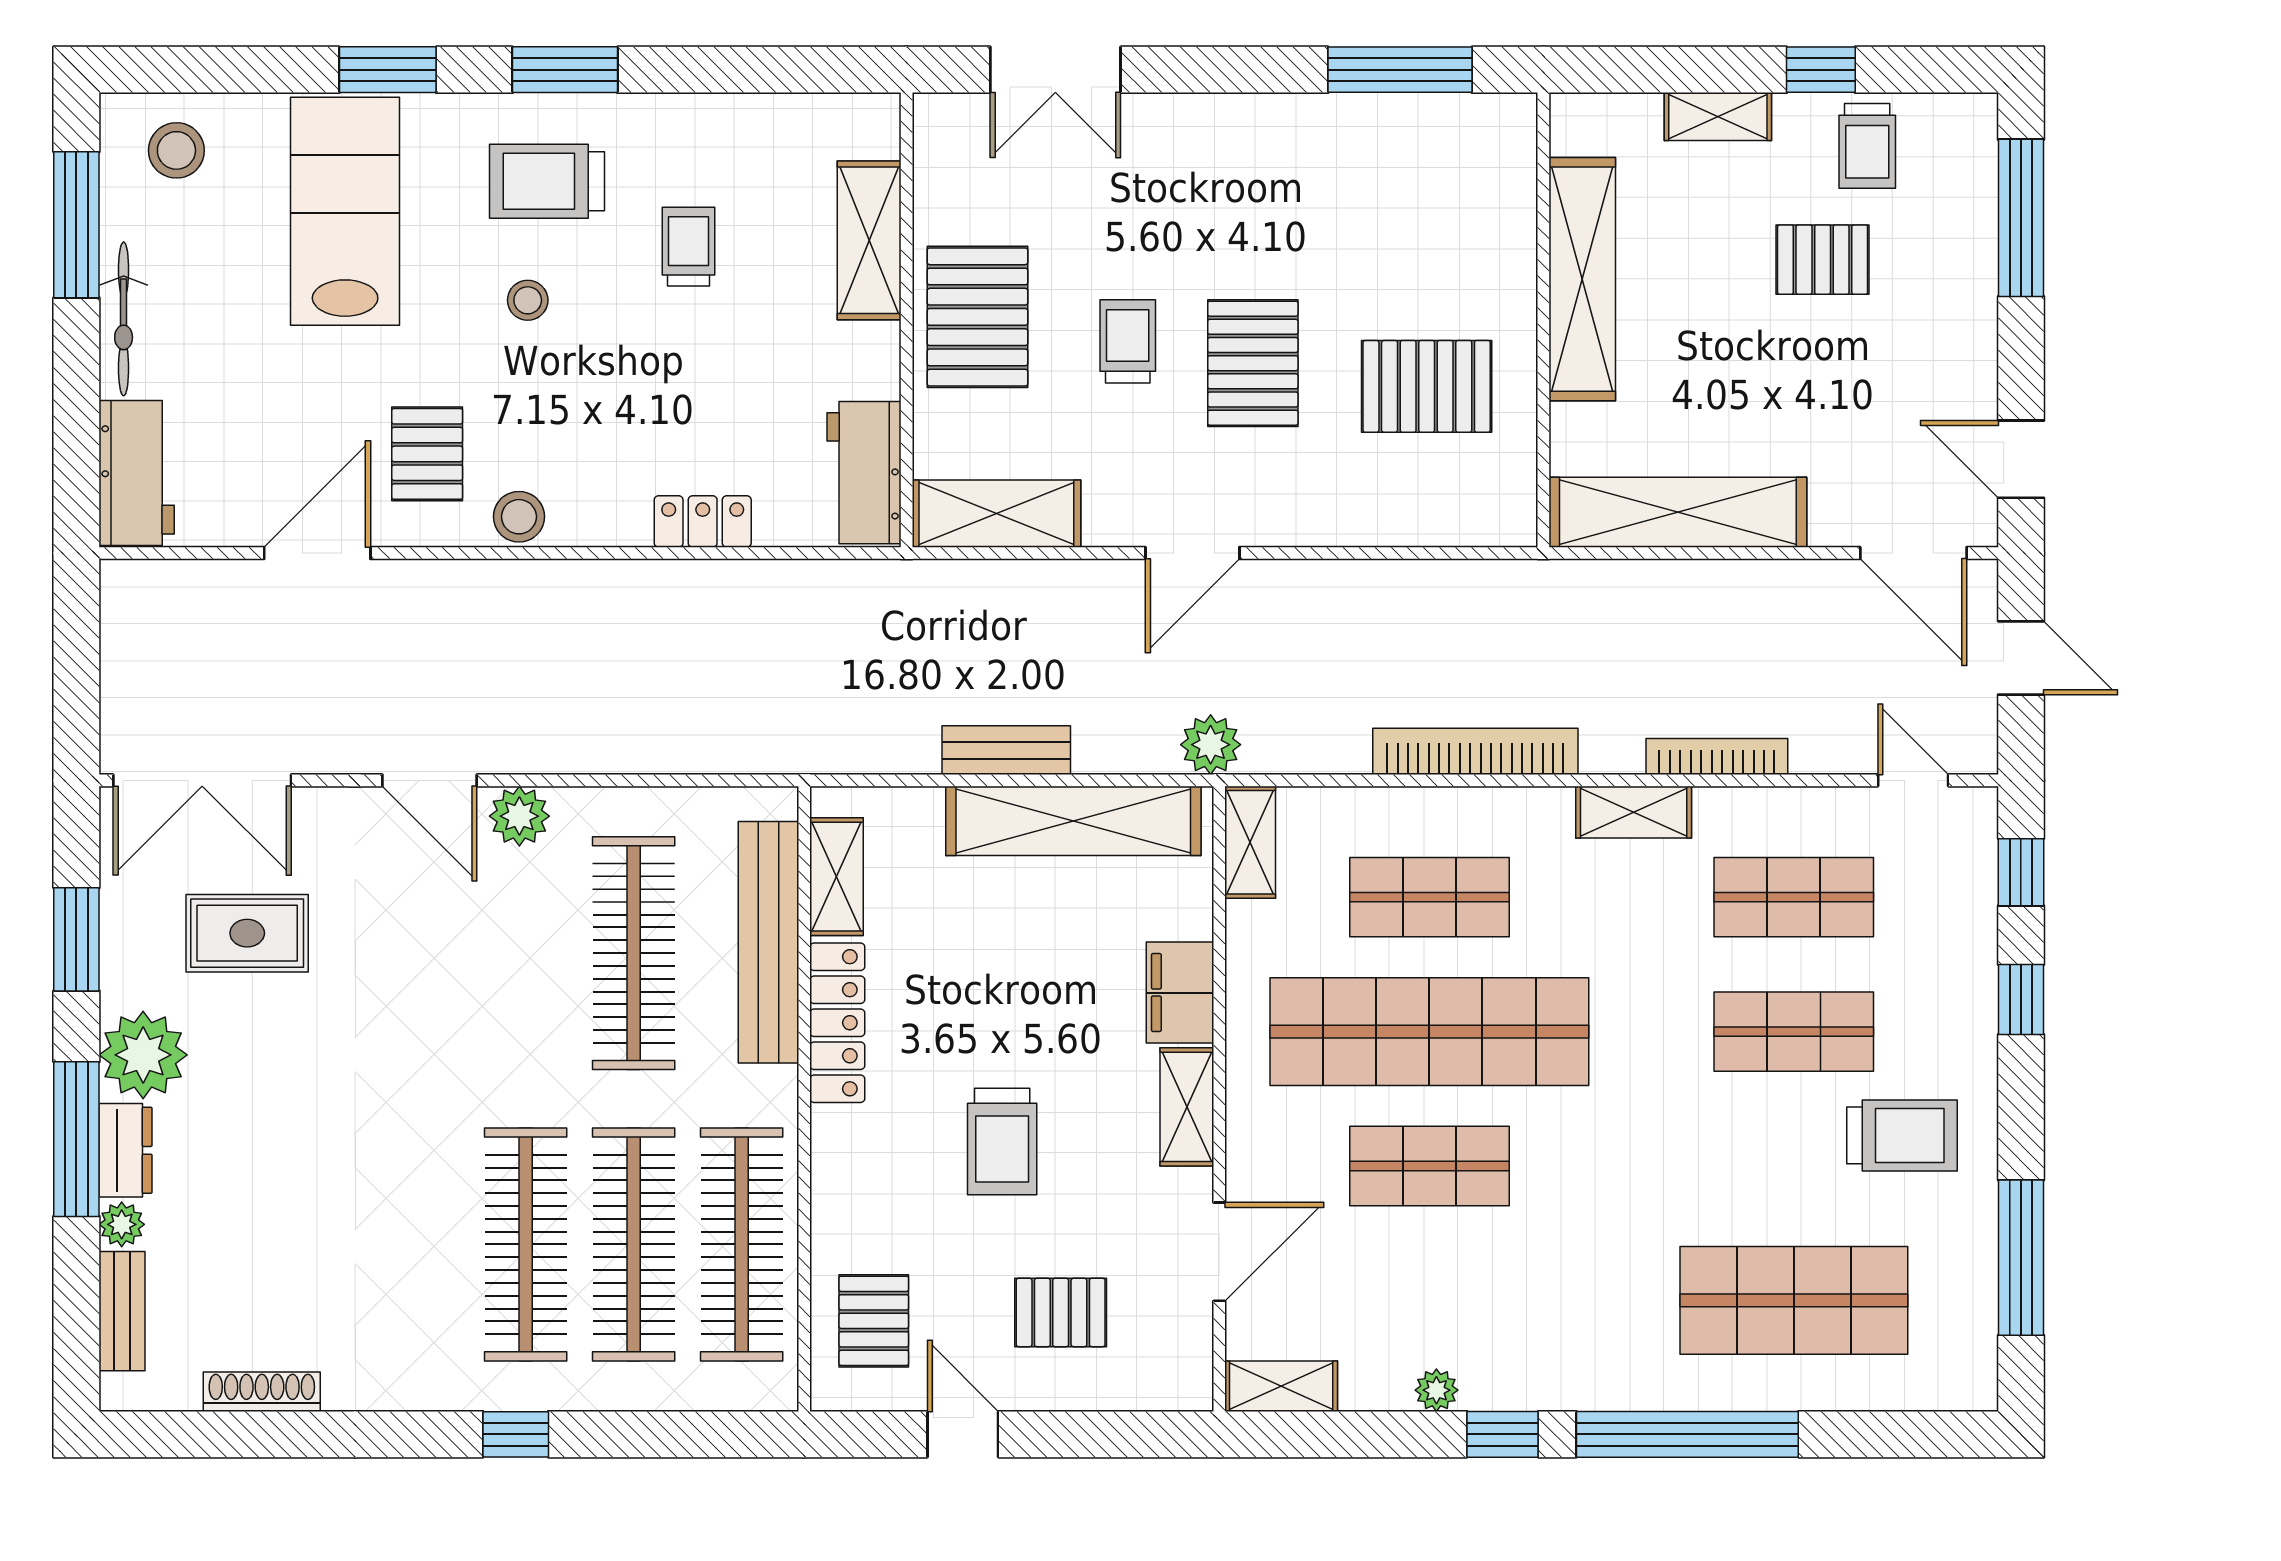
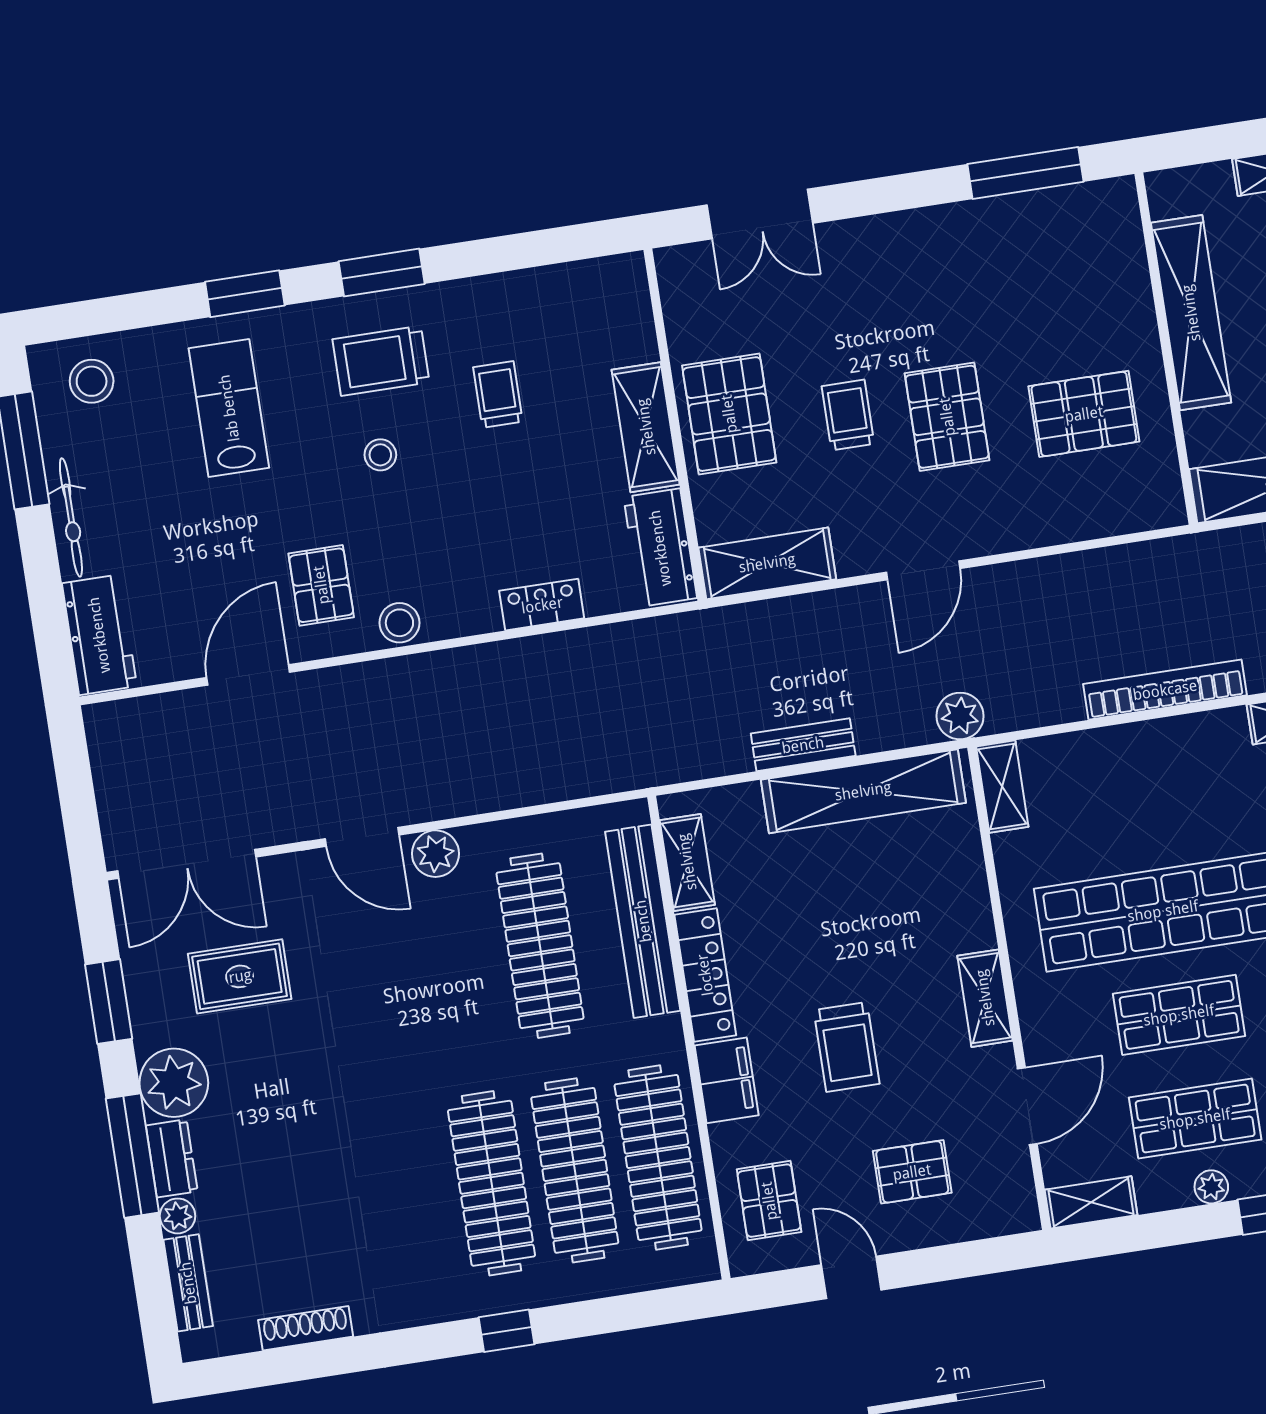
lab bench: (345, 211) -> (229, 408), width x0.73, depth x0.72
shelving: (869, 240) -> (646, 427), moved
shop shelf: (1429, 897) -> (1195, 1119), moved
filing cabinet: (1180, 993) -> (727, 1080), moved, turned 180

